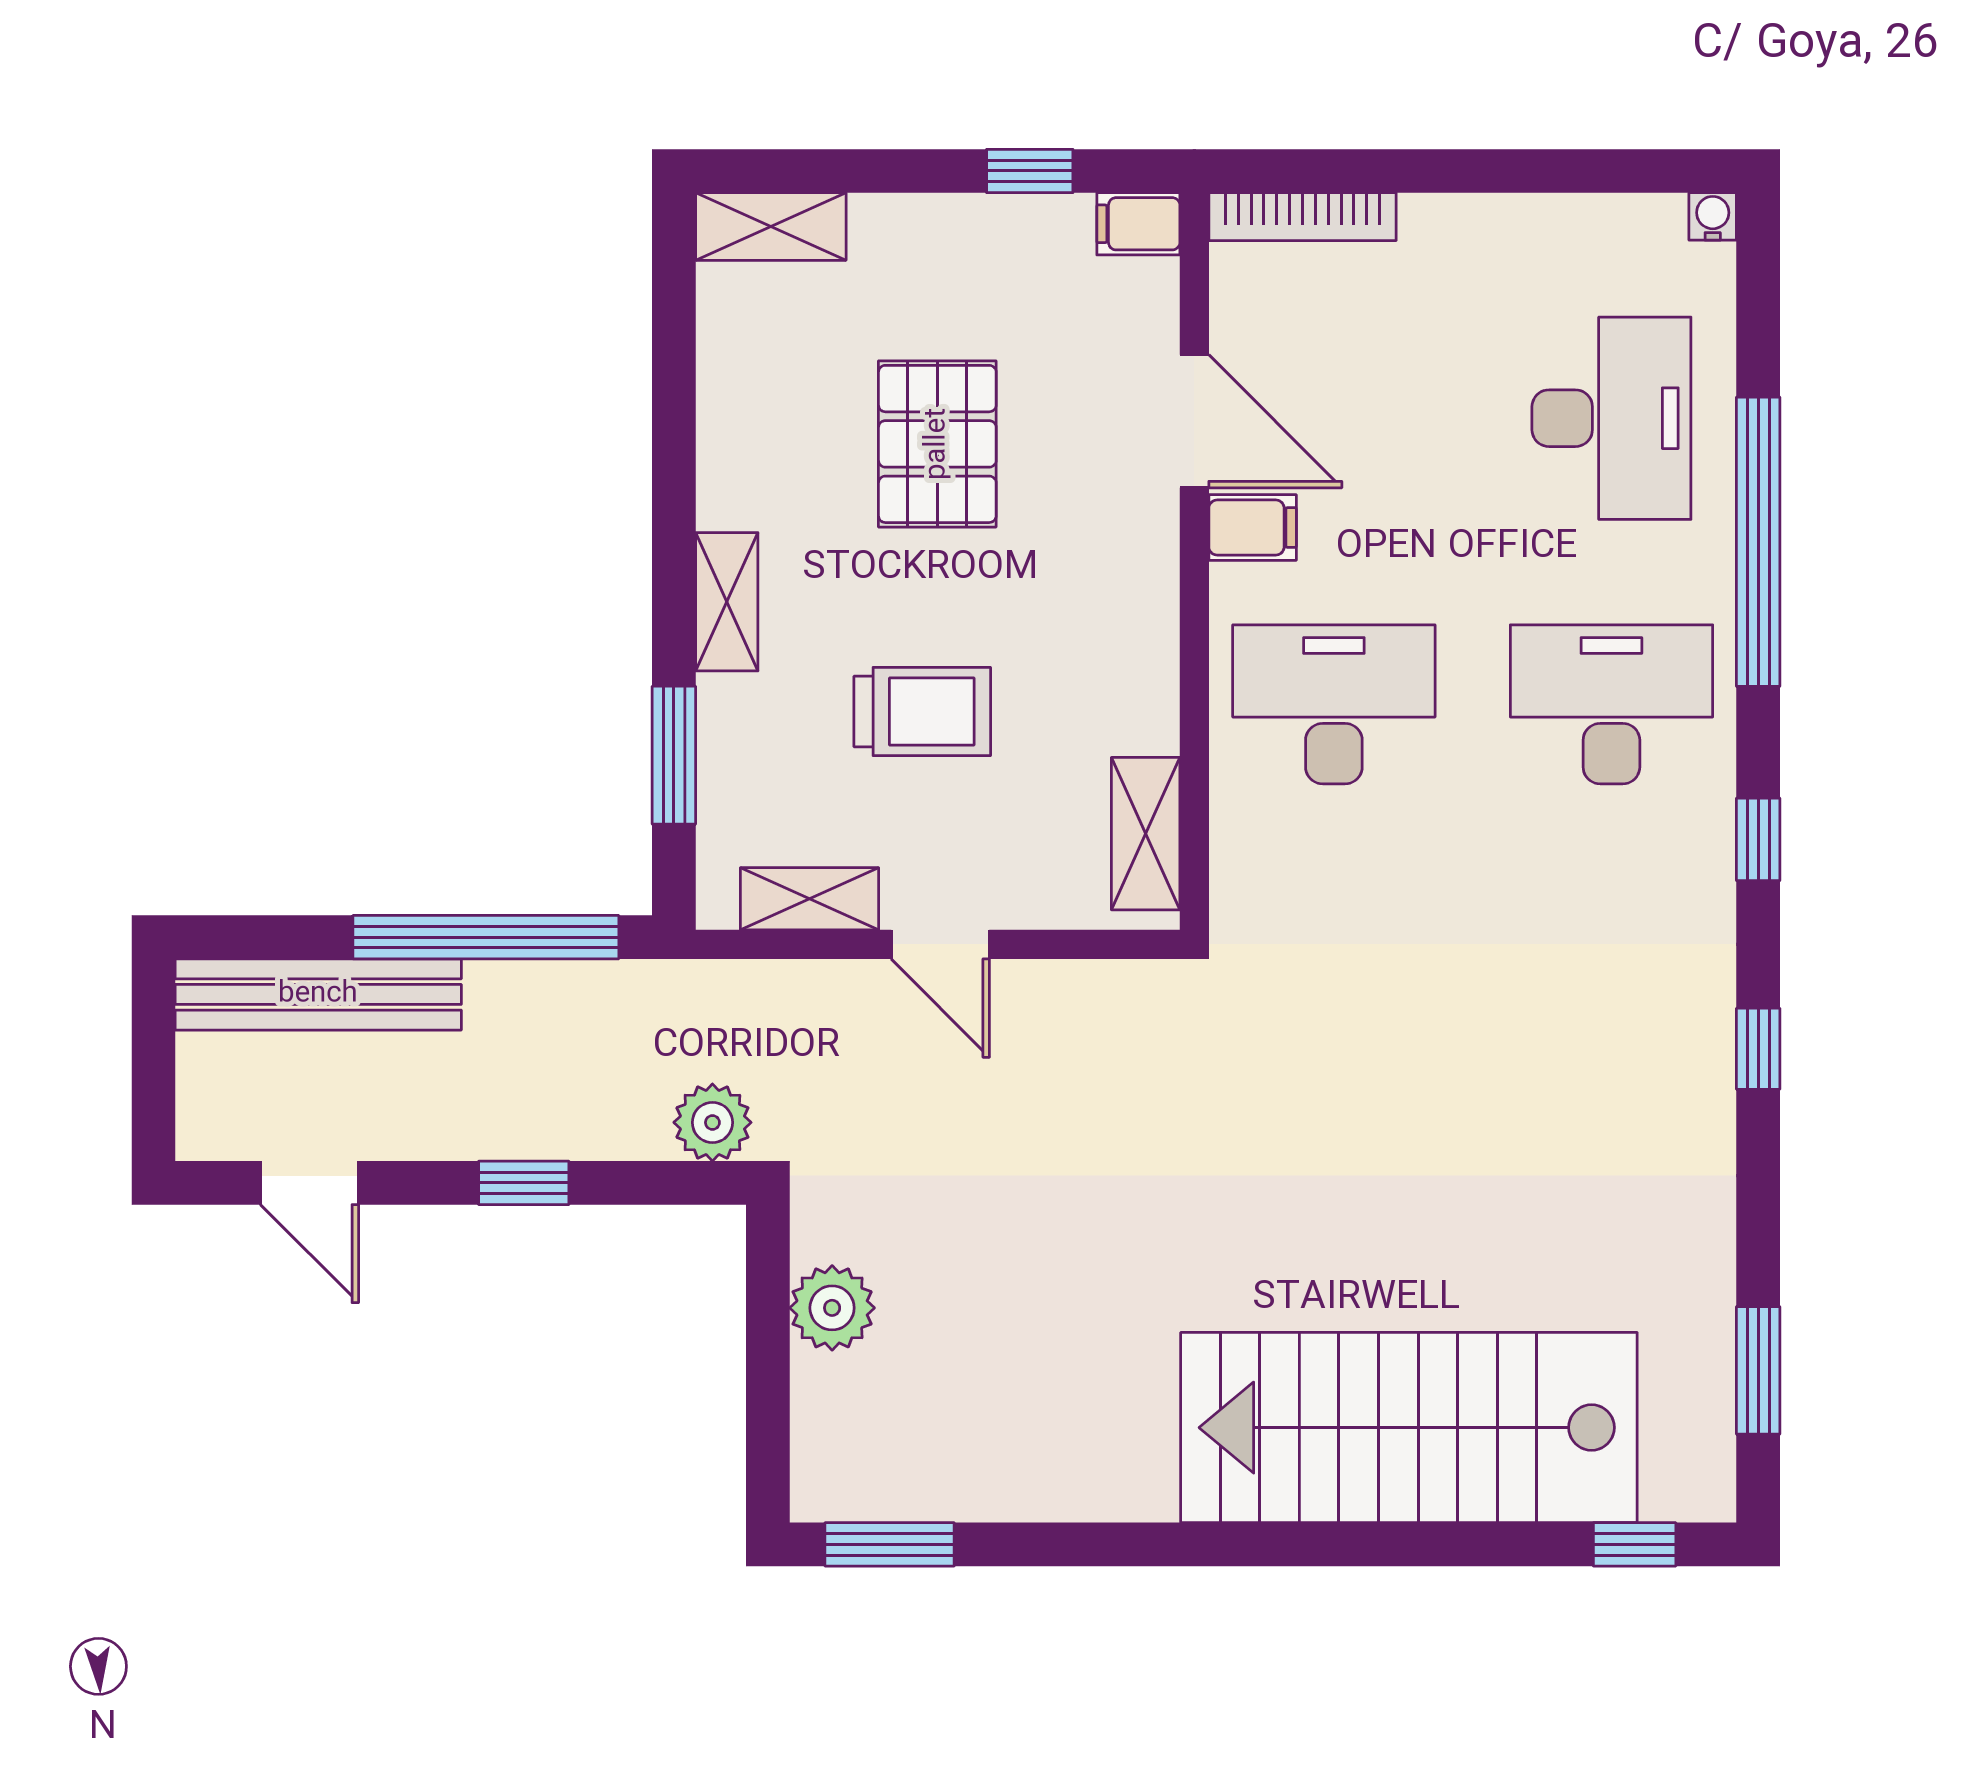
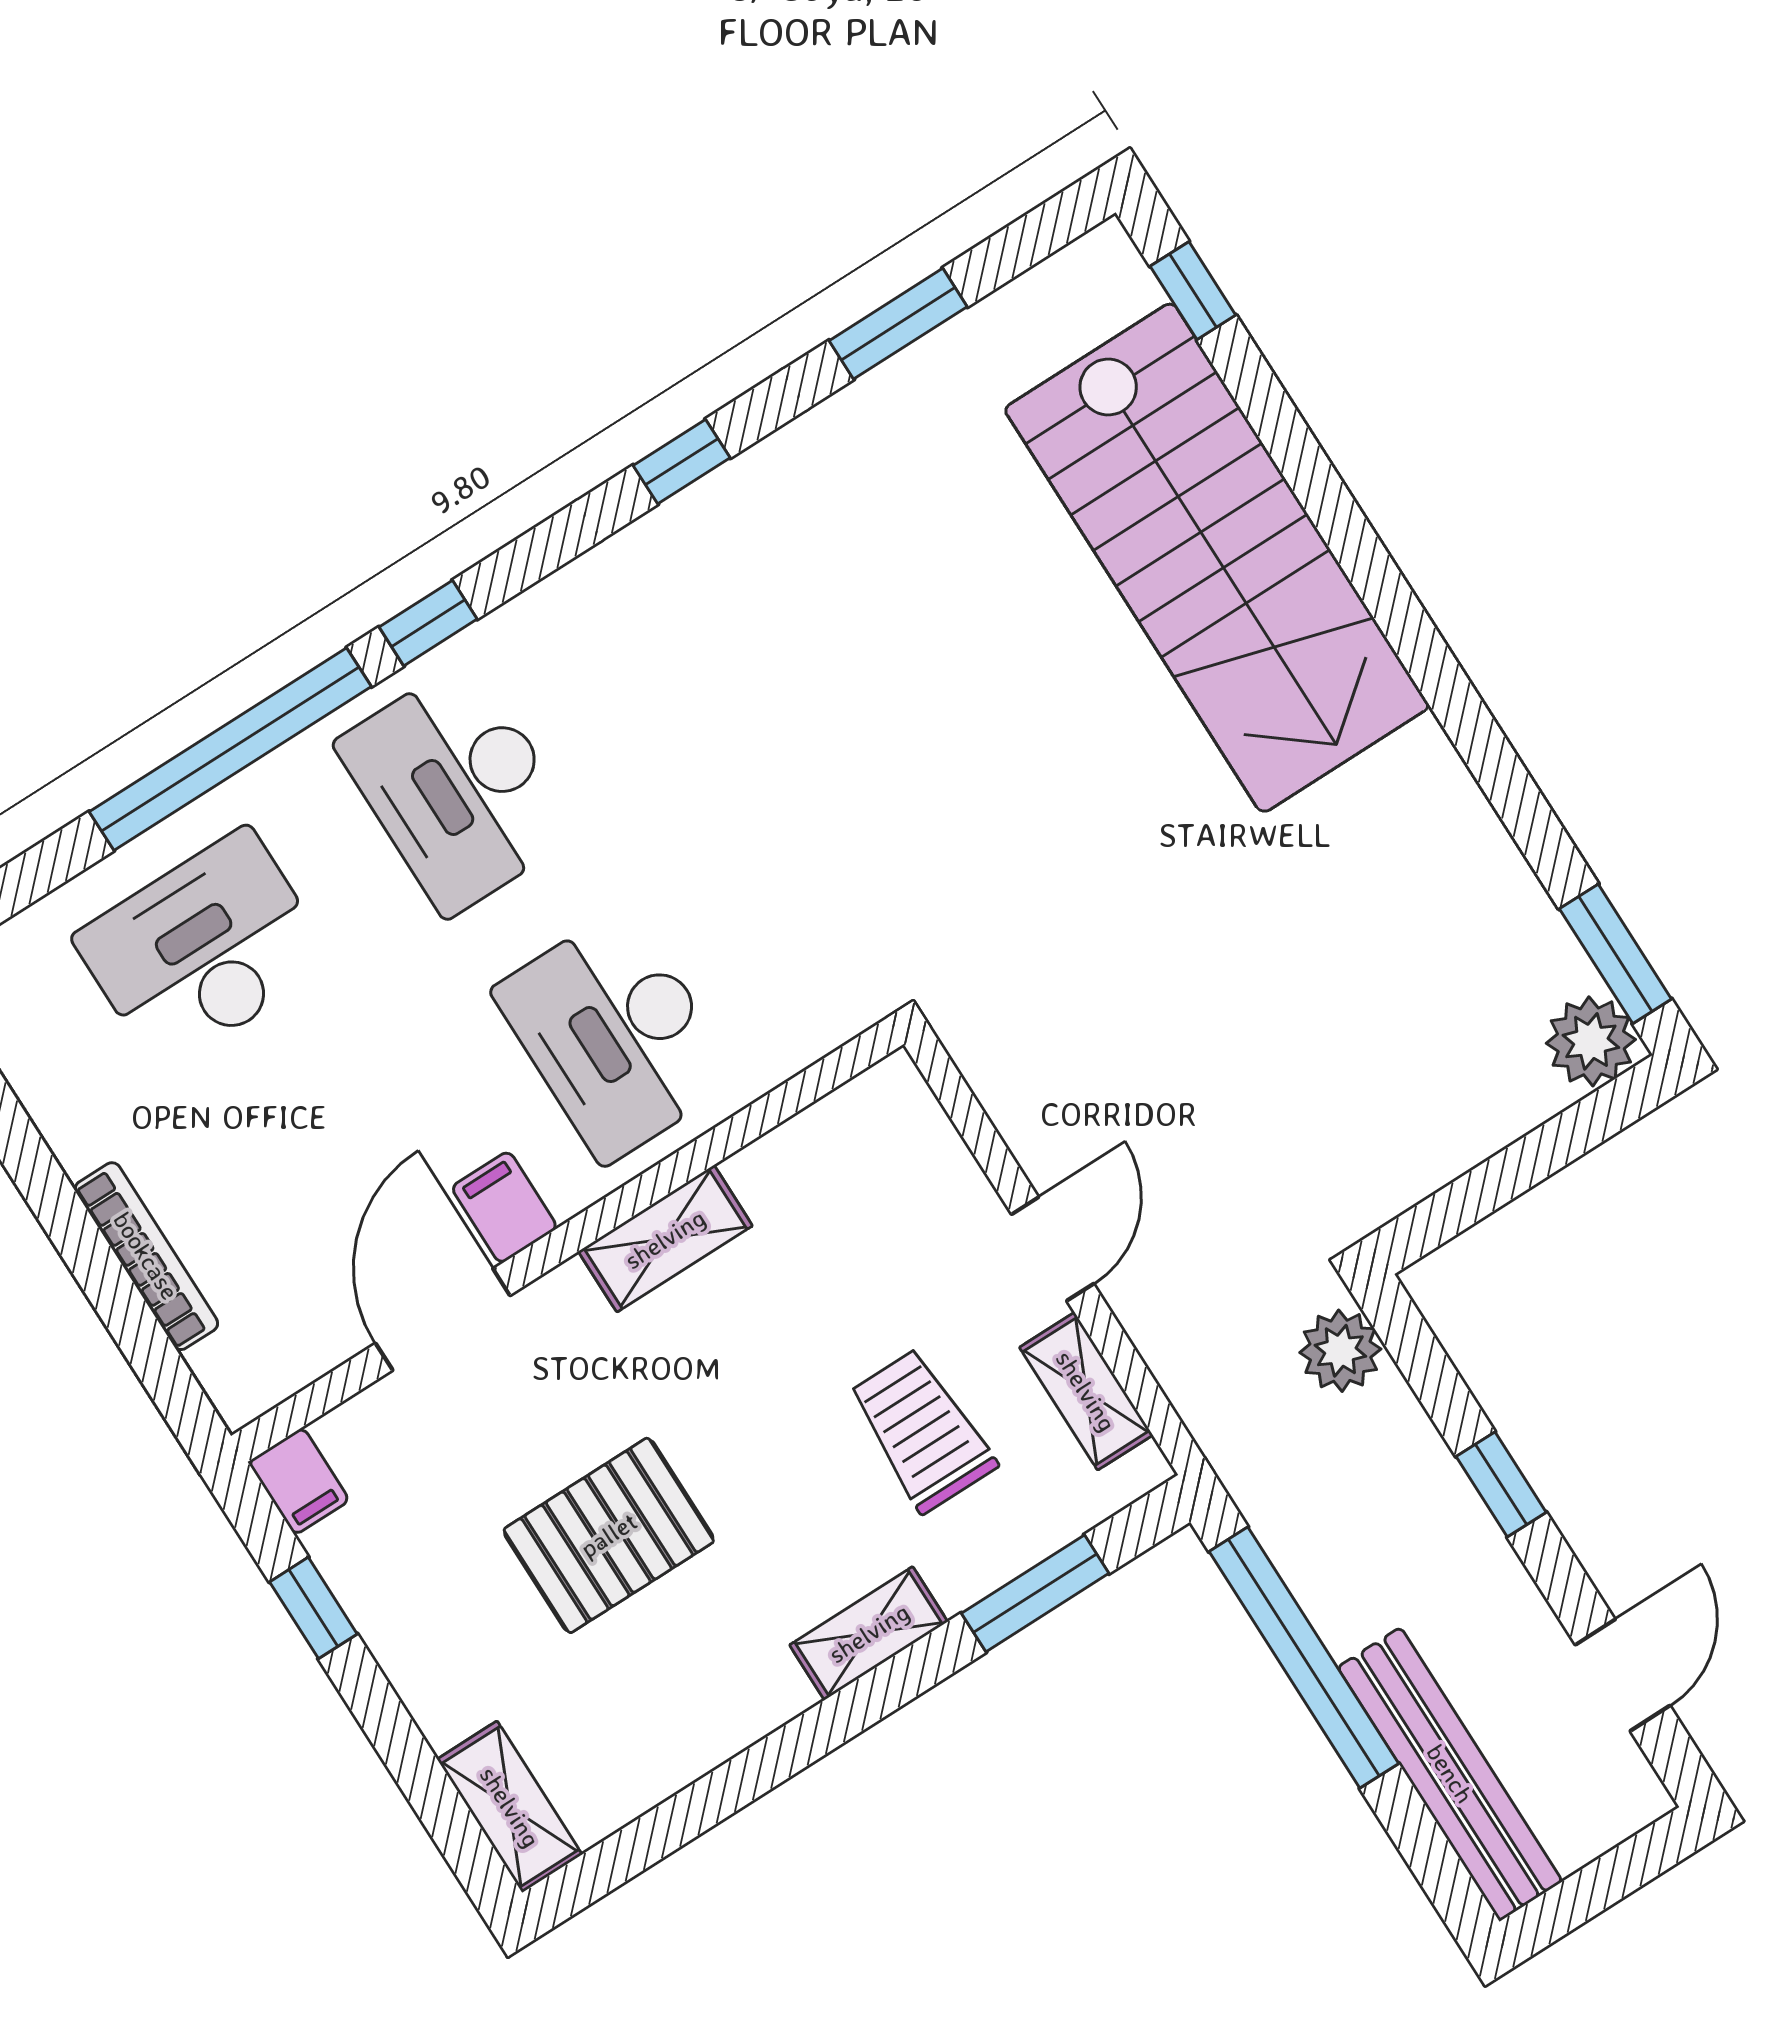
bookcase: (1303, 217) -> (146, 1256), moved
trolley: (922, 712) -> (922, 1430), moved
shelving: (1146, 834) -> (665, 1239), moved
window: (1758, 839) -> (428, 623), moved
plant: (832, 1308) -> (1591, 1041), moved
window: (1758, 1370) -> (898, 324), moved

